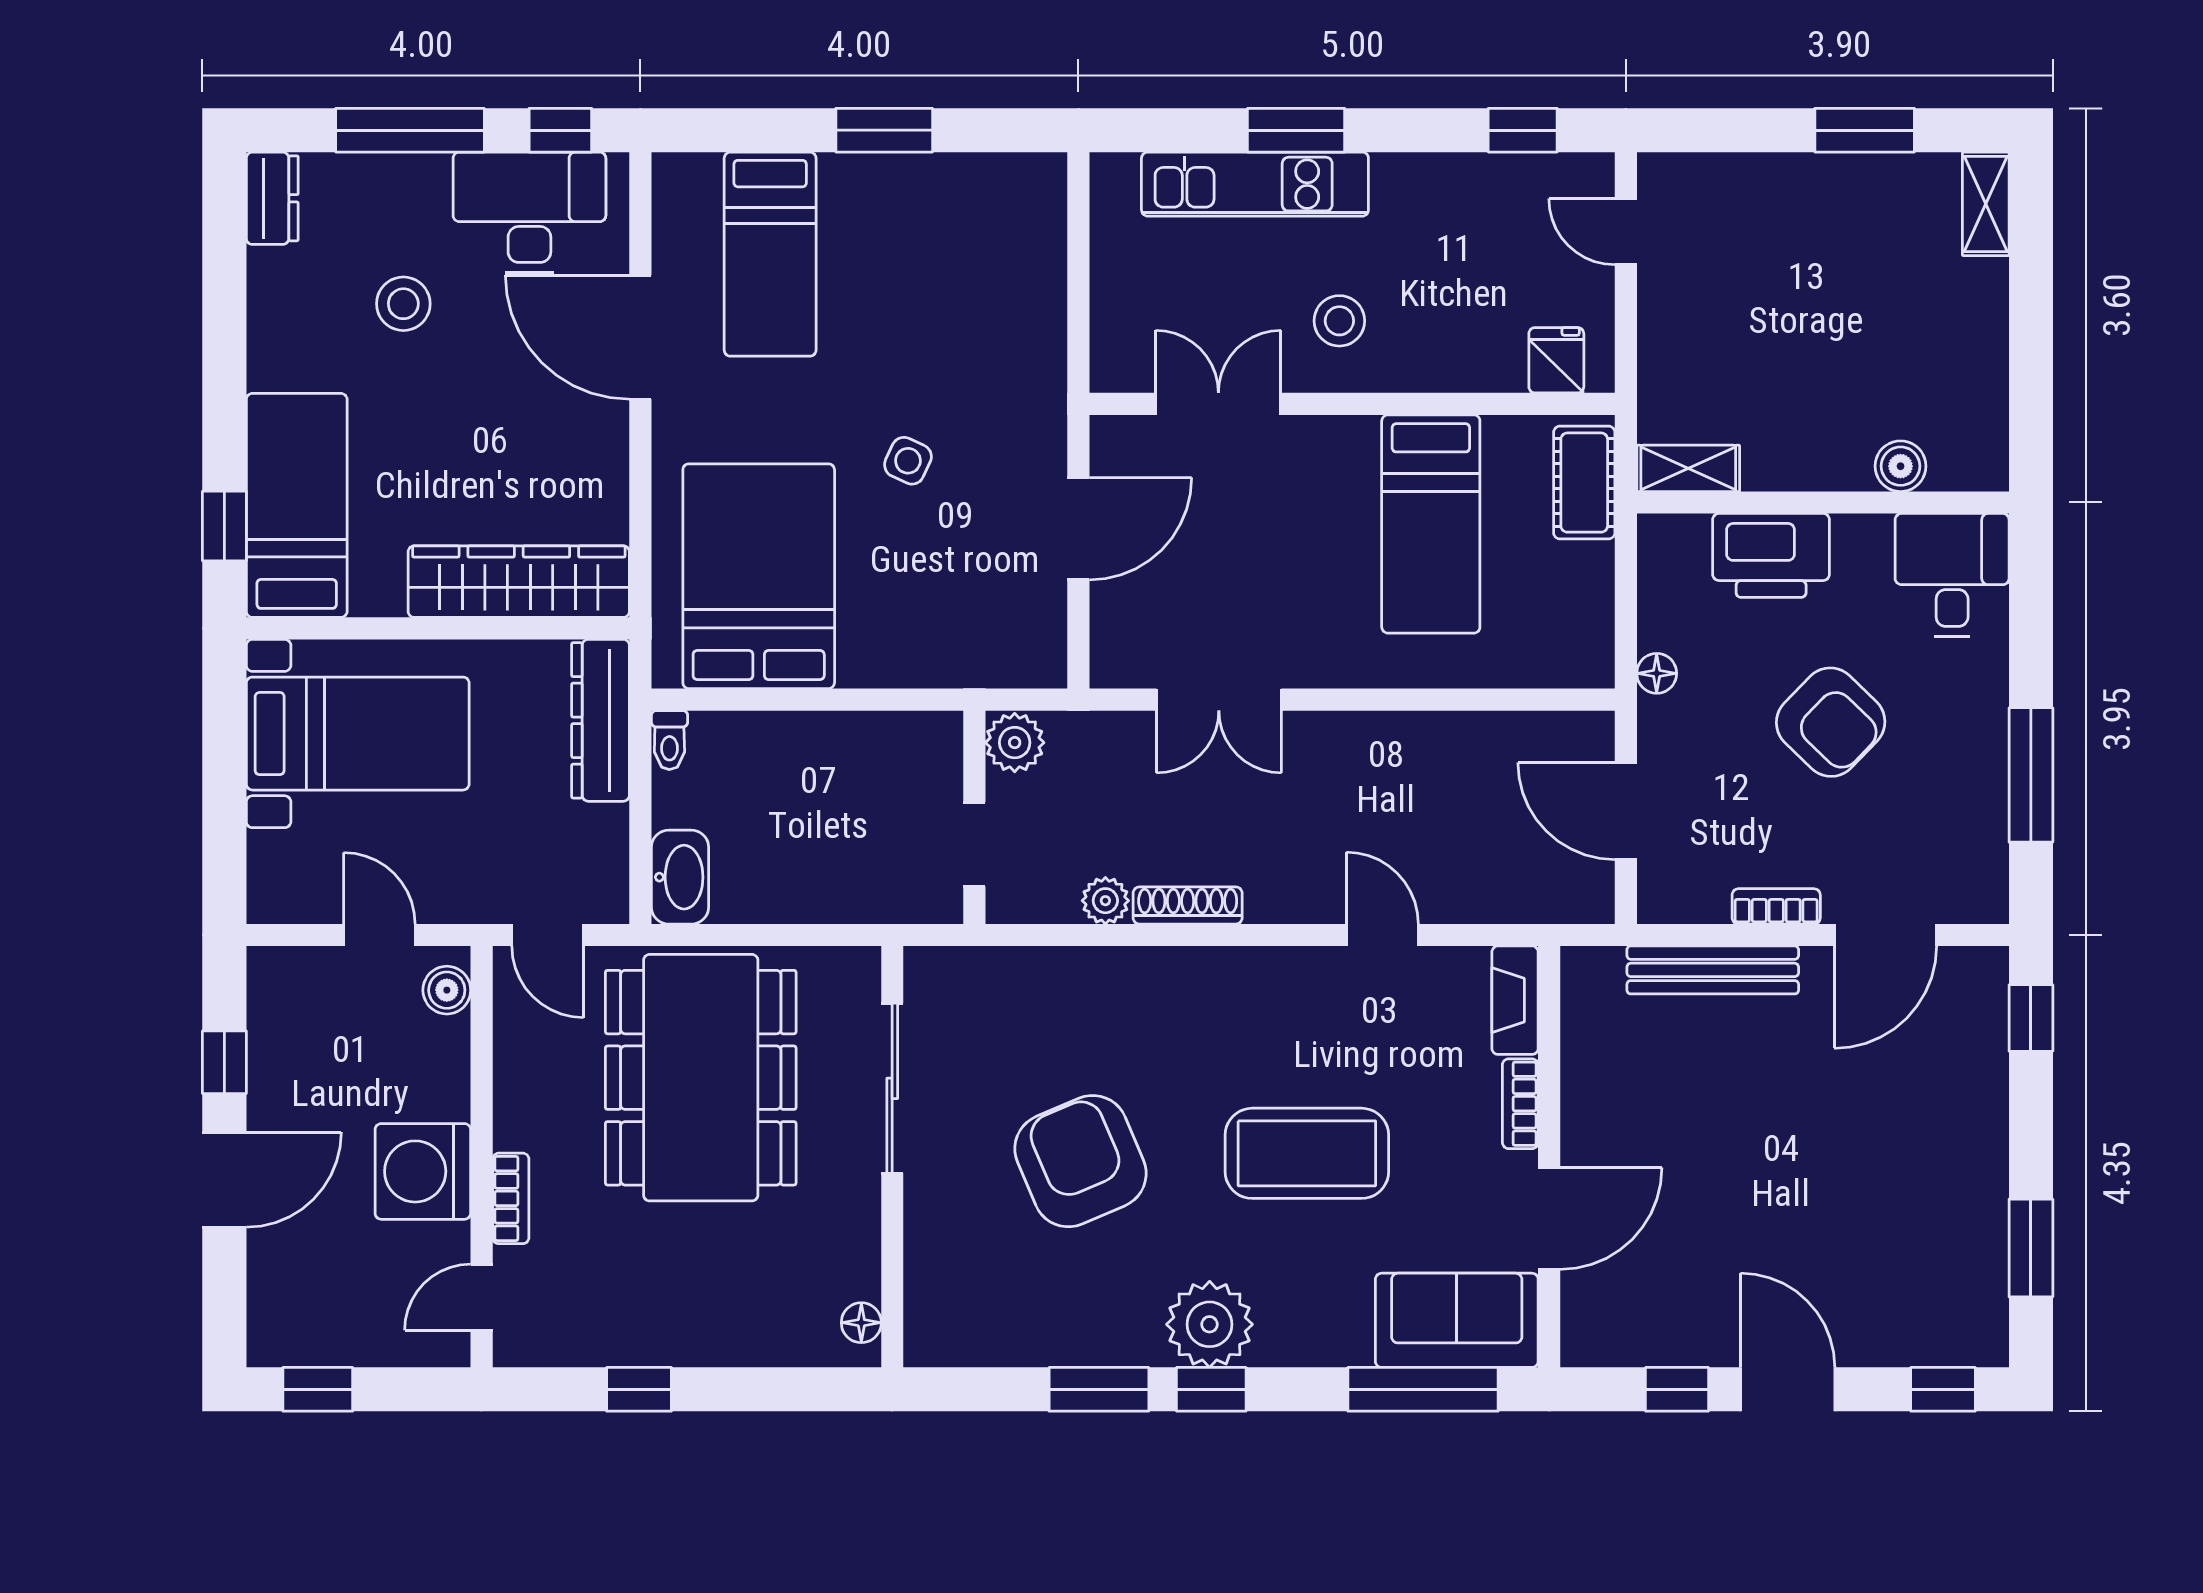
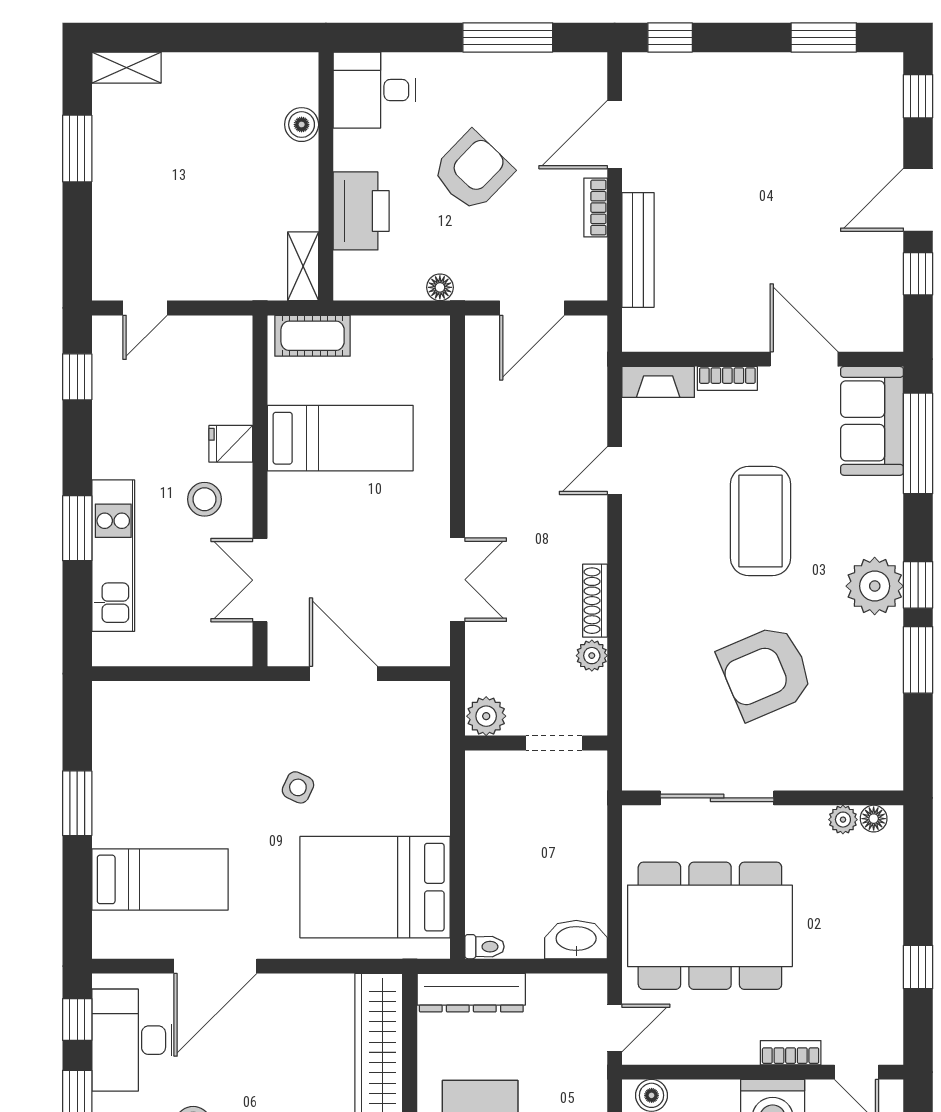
fridge: (1556, 360) -> (231, 444), moved
door: (1885, 935) -> (615, 135), swing flipped
plant: (860, 1277) -> (843, 820), added

